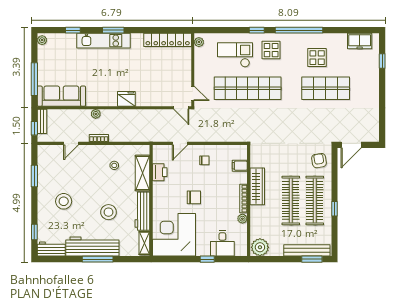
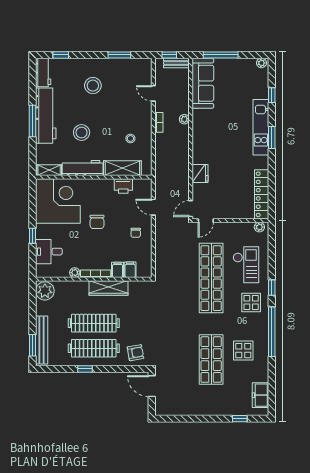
fridge: (126, 99) -> (200, 173), moved
filing cabinet: (240, 178) -> (118, 270), added

